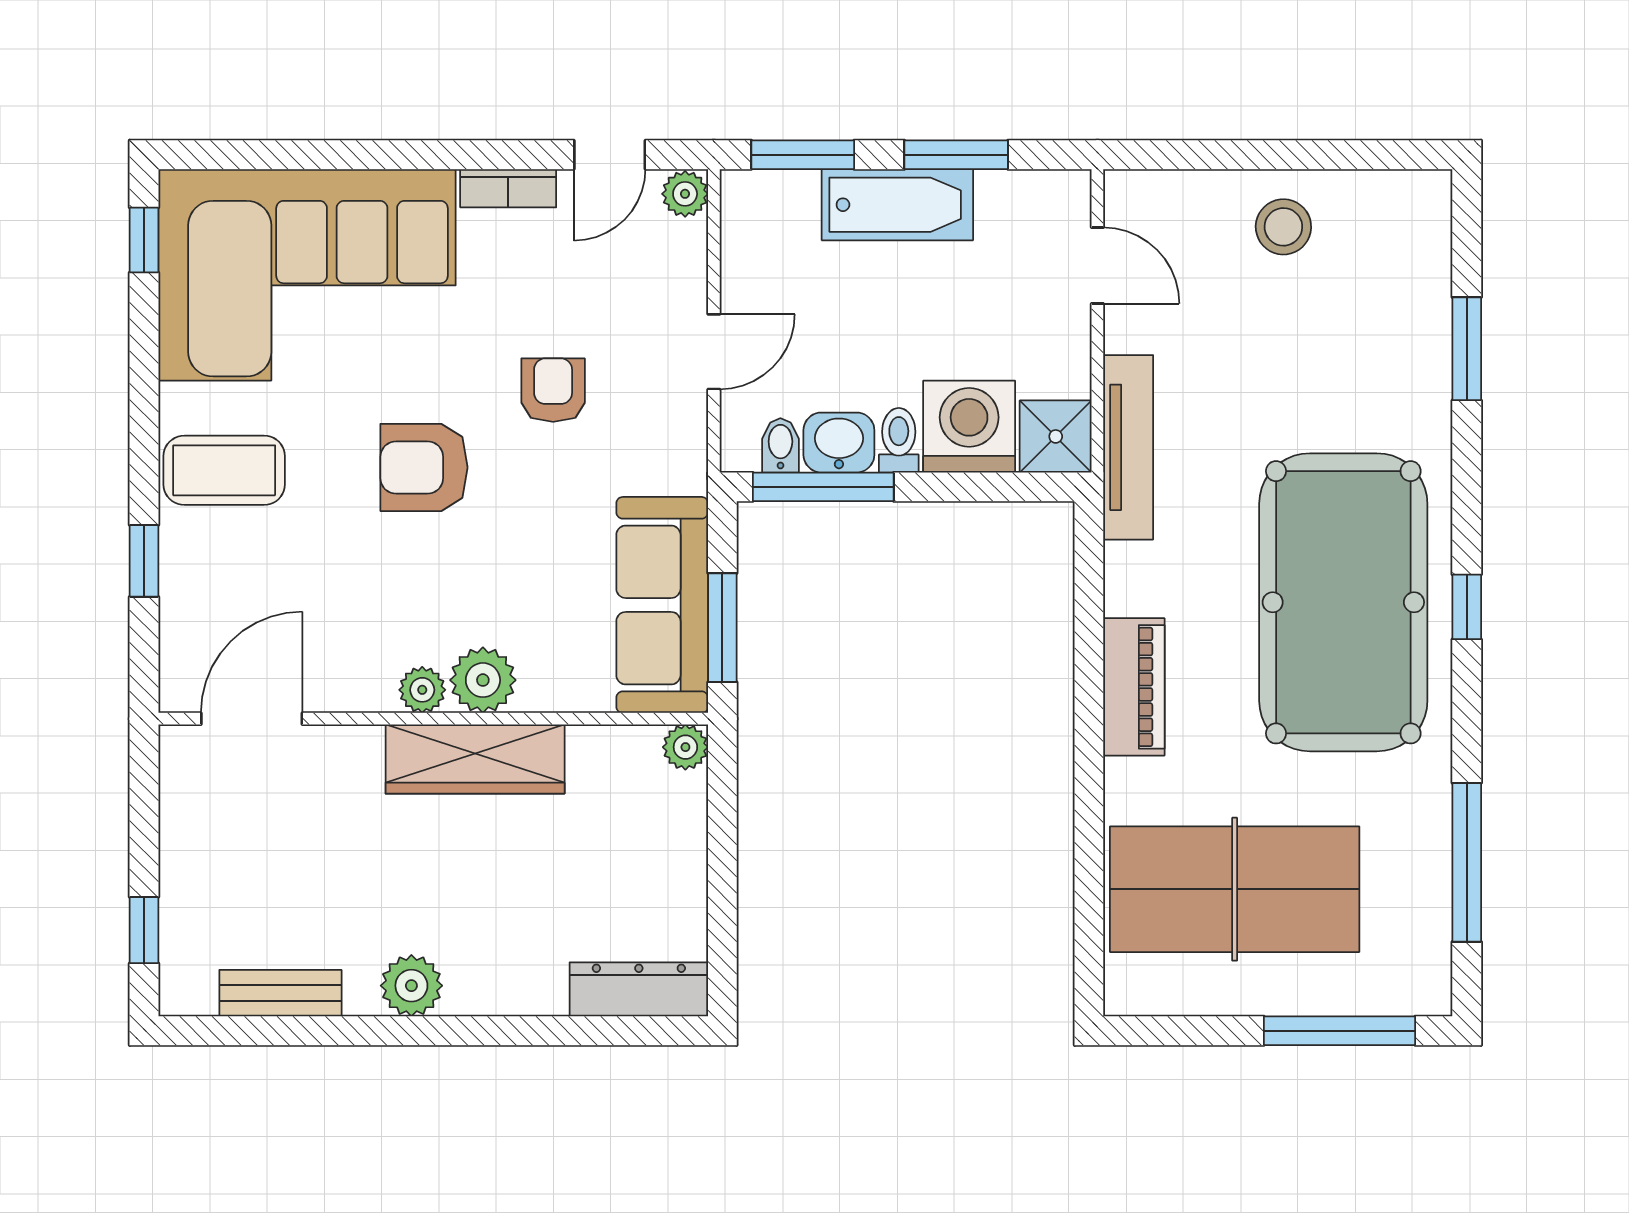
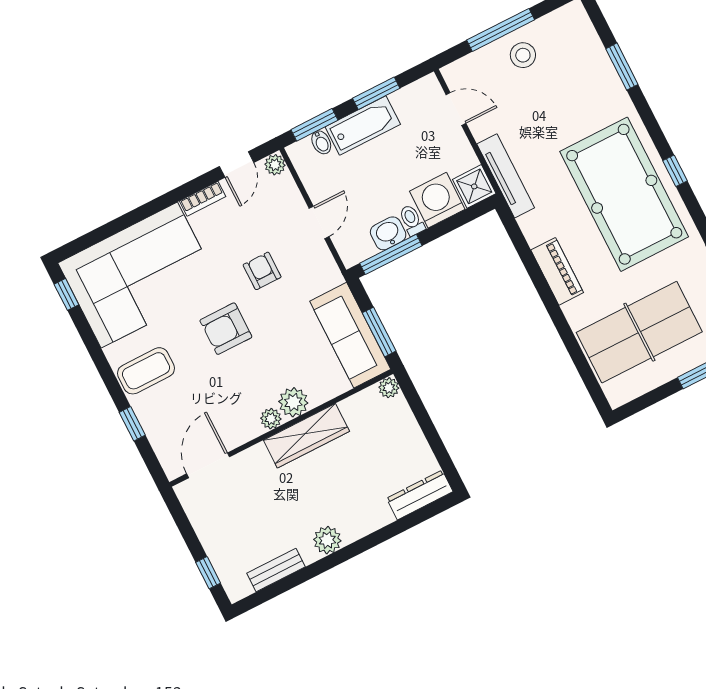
window: (1265, 155) -> (501, 30), added
bidet: (780, 445) -> (321, 142), moved, turned 180

